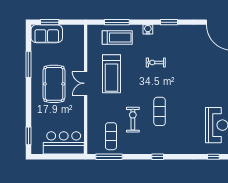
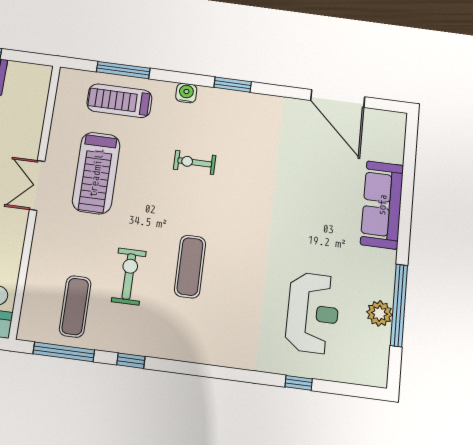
treadmill: (117, 38) -> (119, 101), turned 180
window: (158, 157) -> (131, 361), moved

